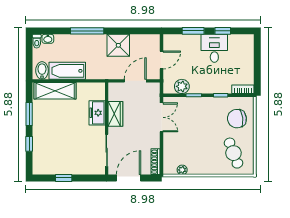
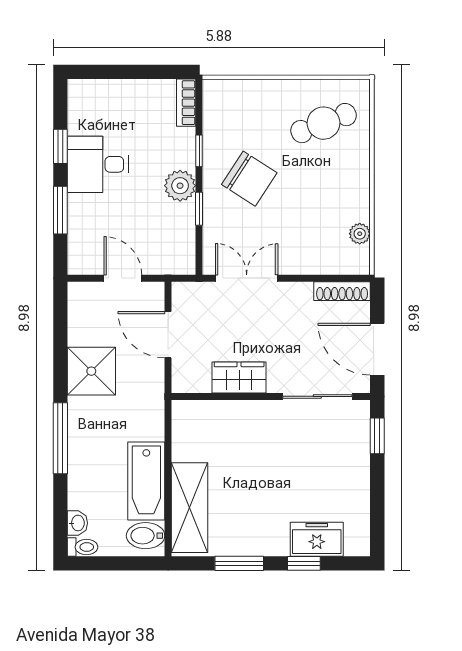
plant: (182, 86) -> (180, 186), moved
freezer: (97, 113) -> (317, 539), moved, turned 180
chair: (237, 119) -> (249, 179), moved, turned -49
window: (64, 178) -> (377, 436), moved

